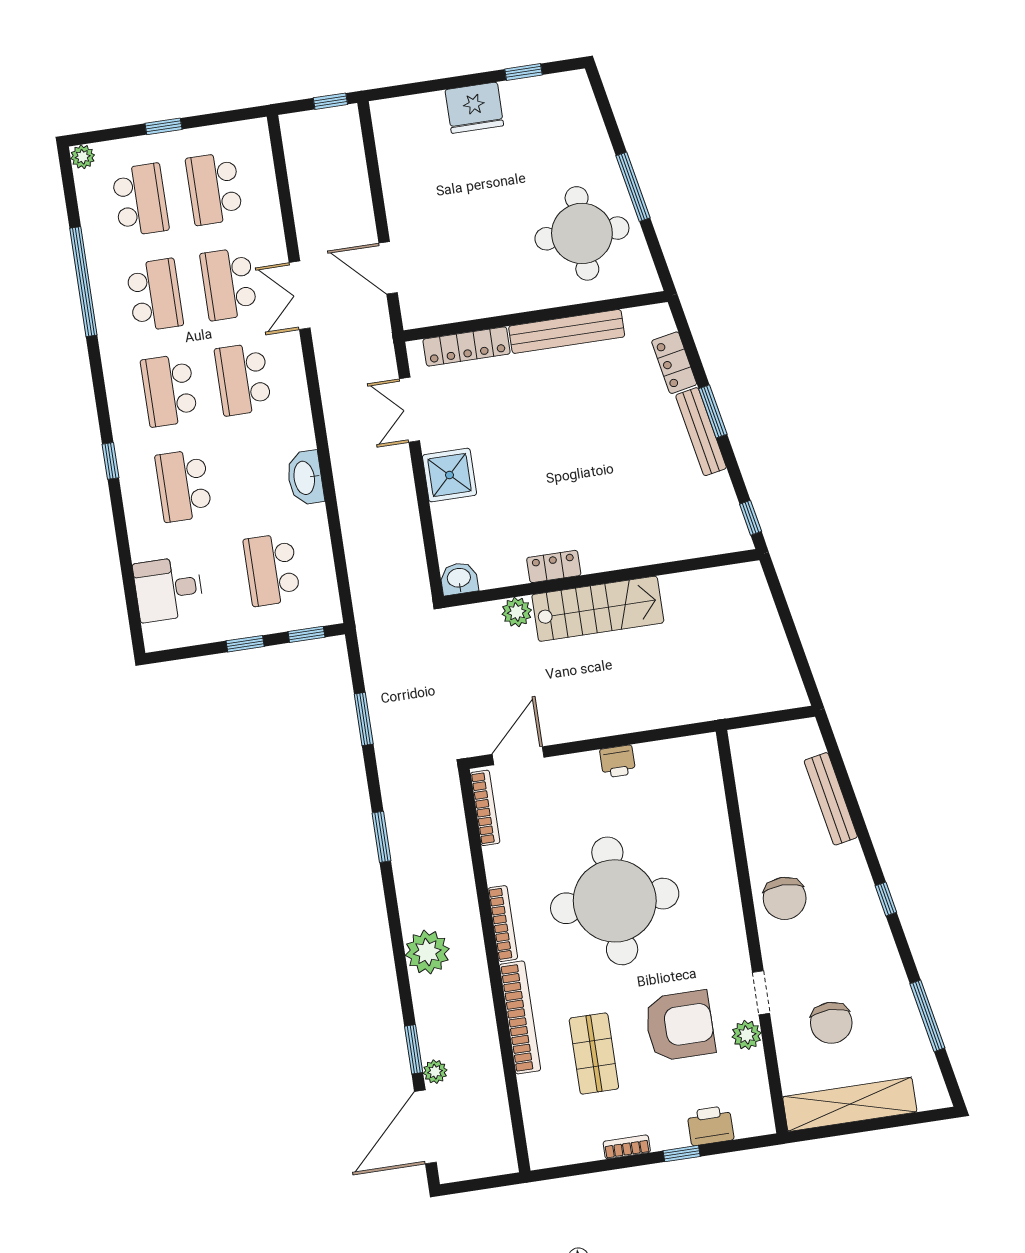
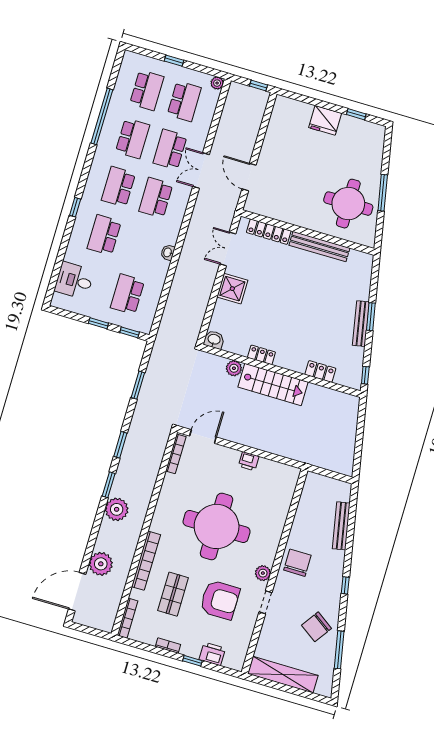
plant: (83, 157) -> (217, 83), moved
school desk: (214, 189) -> (184, 101), turned 180
locker: (674, 363) -> (320, 371), moved, turned 101
washbasin: (305, 478) -> (168, 252), width x0.52, depth x0.69
chair: (785, 898) -> (297, 563), turned 180
bookcase: (503, 924) -> (127, 618), moved
chair: (831, 1023) -> (316, 627), moved, turned 35
plant: (747, 1035) -> (263, 573), moved
window: (414, 1049) -> (109, 485), moved
plant: (435, 1072) -> (101, 564), width x1.88, depth x1.88

